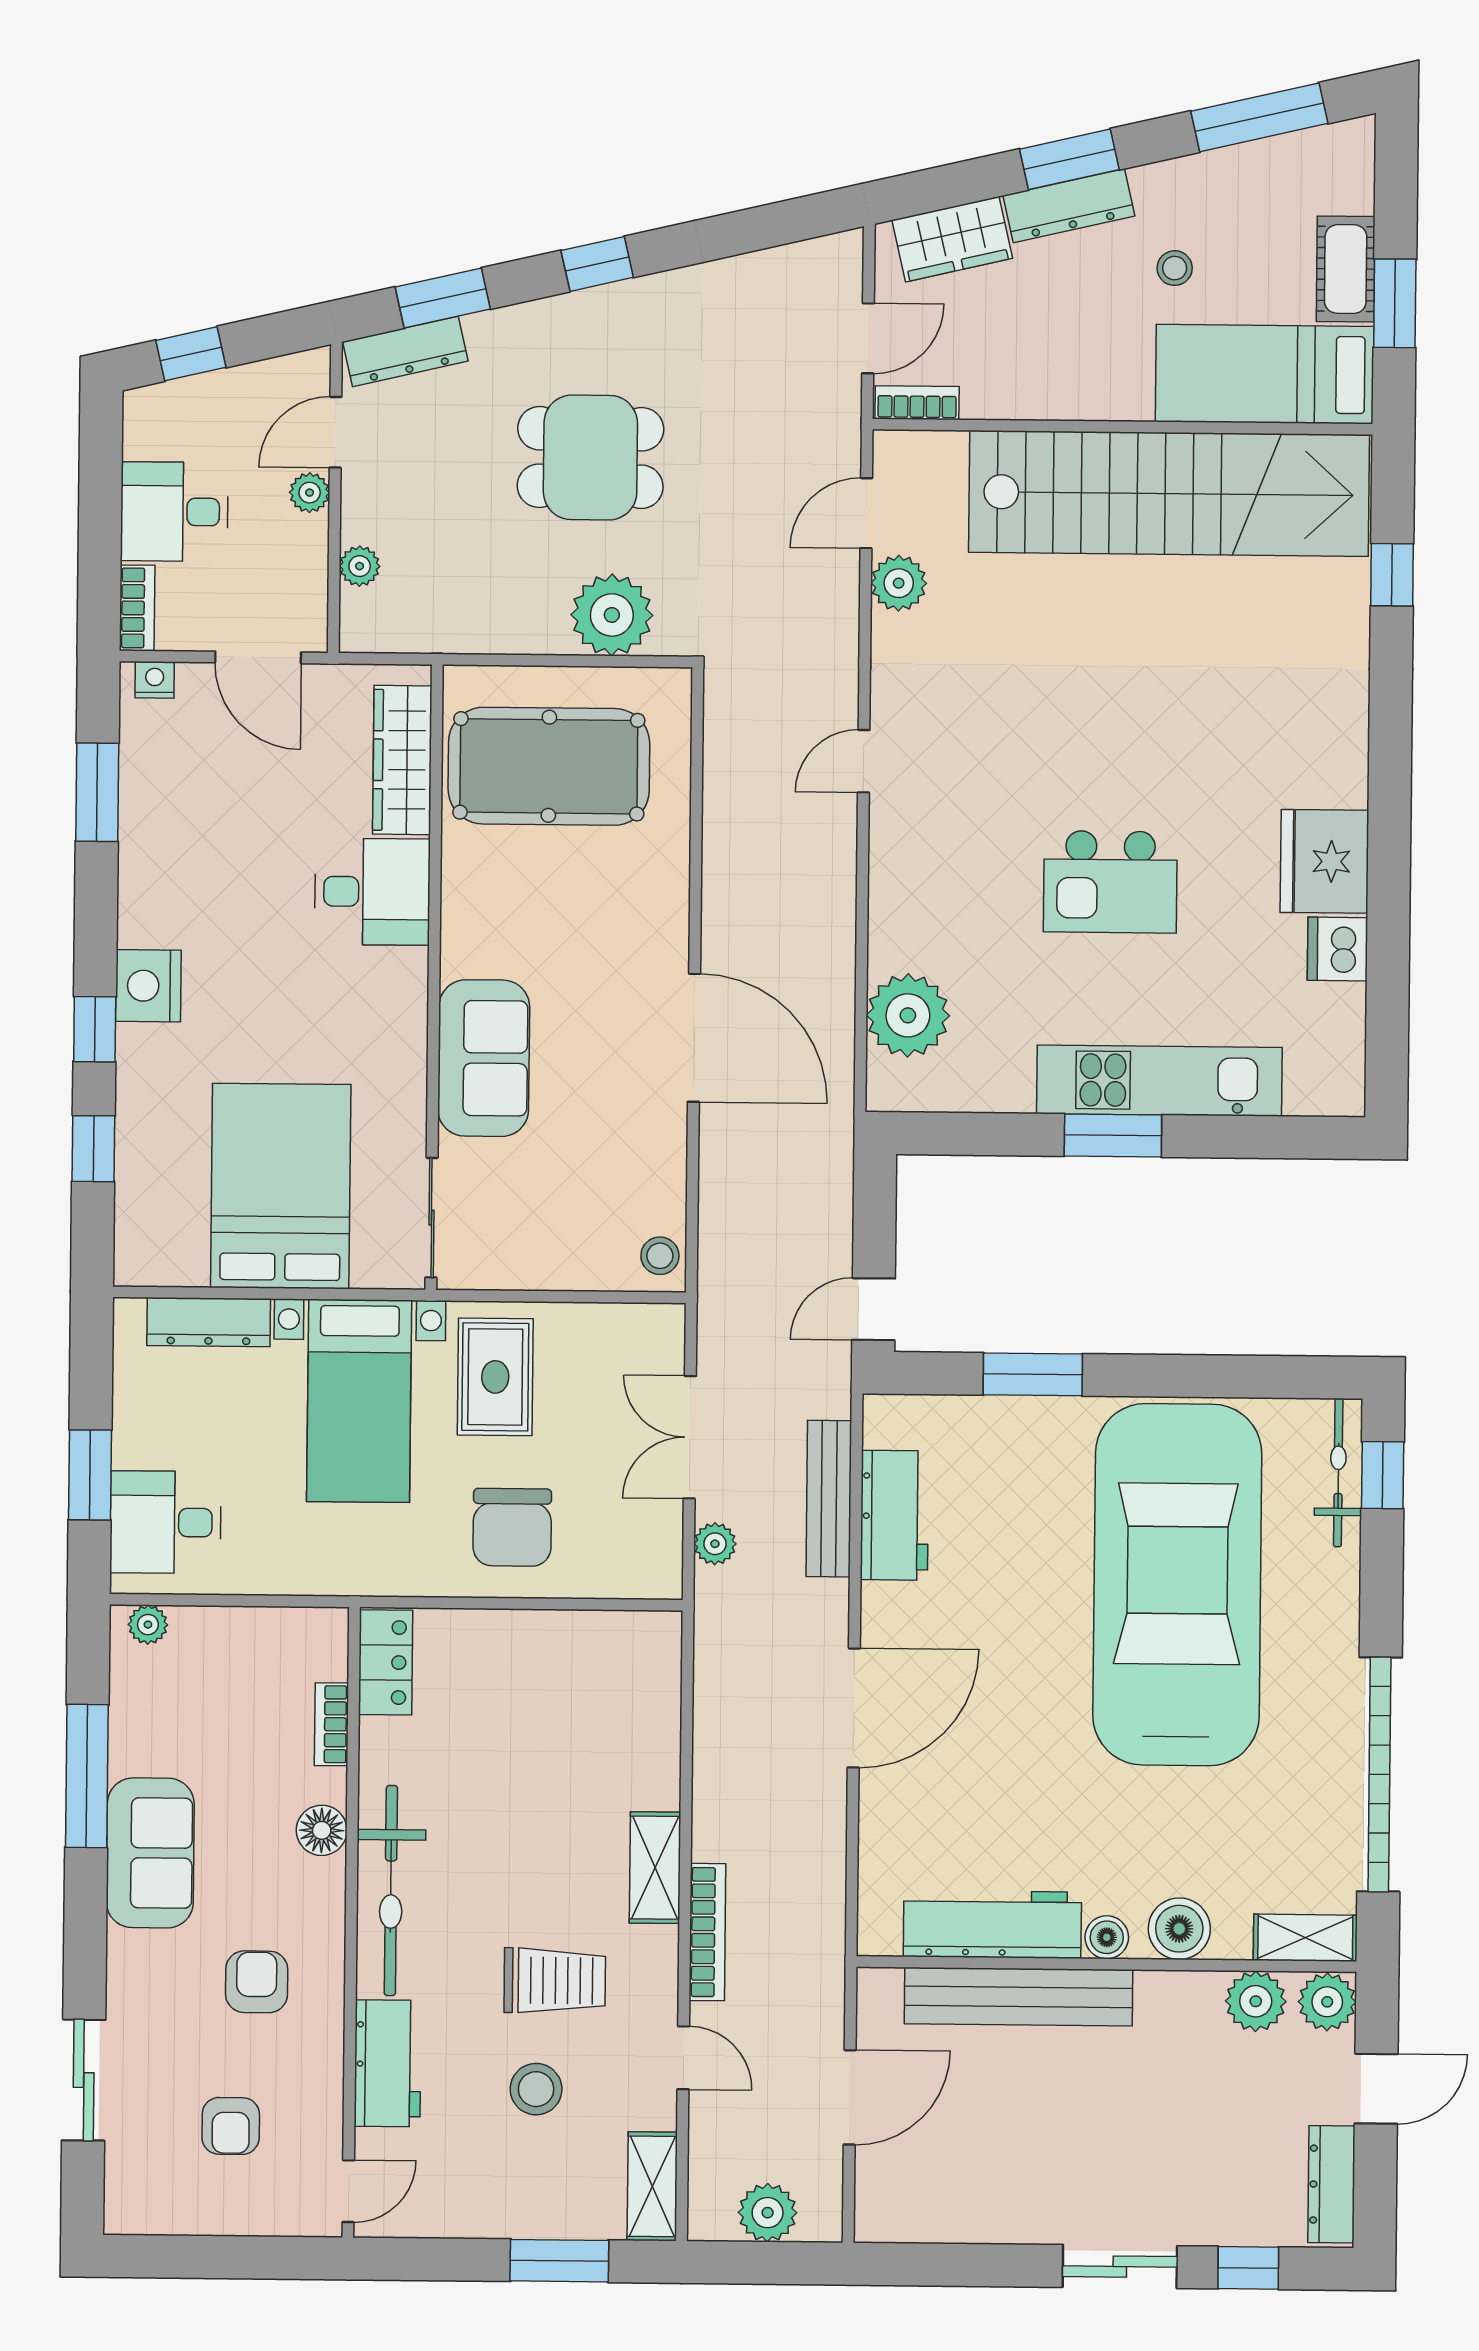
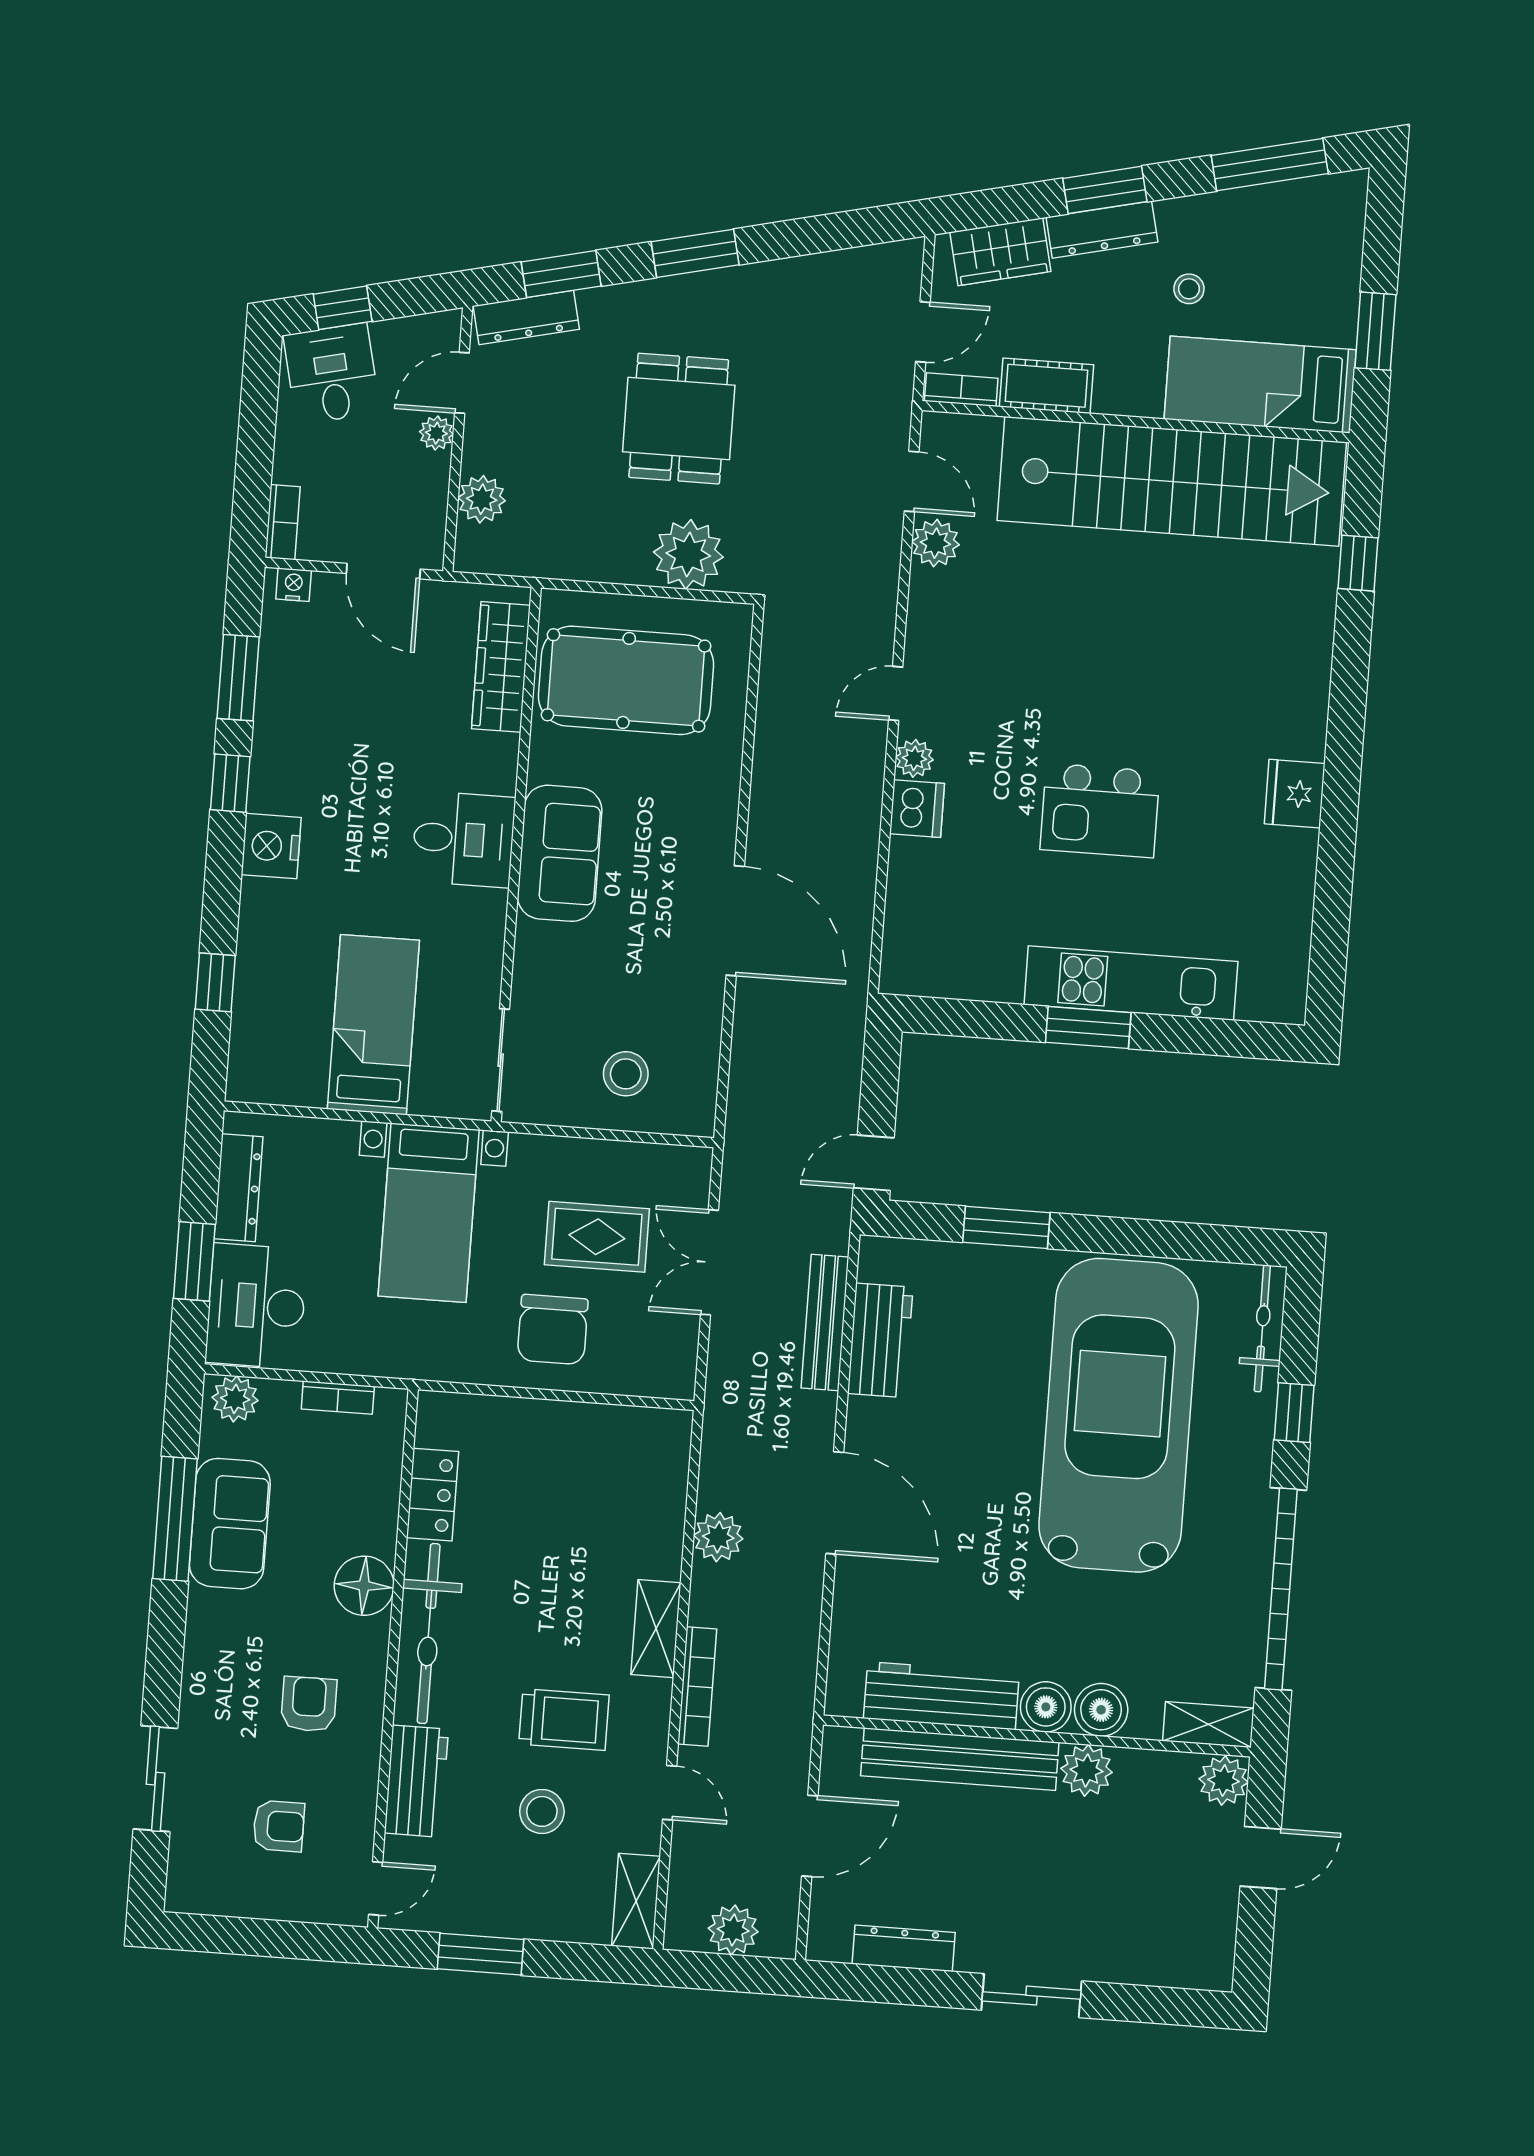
window: (597, 264) -> (695, 253), width x1.50
cot: (1346, 269) -> (1046, 386), moved, turned 90
dining table: (590, 457) -> (679, 419), turned 90
desk: (174, 512) -> (332, 374), moved, turned 77
door: (866, 513) -> (912, 481), swing flipped
plant: (360, 566) -> (482, 499), width x1.38, depth x1.38
fridge: (1324, 861) -> (1295, 794), width x0.73, depth x0.75
desk: (372, 892) -> (463, 839), moved
dishwasher: (1338, 949) -> (917, 809), moved, turned 180
plant: (908, 1015) -> (914, 758), moved, width x0.53, depth x0.53
window: (95, 1029) -> (230, 783), moved
sofa: (484, 1058) -> (560, 853), moved
bed: (281, 1186) -> (373, 1025), width x0.67
stool: (660, 1256) -> (626, 1074), moved, width x1.37, depth x1.37
dresser: (209, 1322) -> (238, 1188), moved, turned -90
rug: (495, 1377) -> (597, 1237), moved, turned 90
window: (1383, 1475) -> (1294, 1413), moved
desk: (166, 1522) -> (256, 1306), width x1.37
plant: (715, 1544) -> (718, 1537), moved, width x1.38, depth x1.38
plant: (148, 1625) -> (235, 1399), width x1.38, depth x1.38
locker: (386, 1662) -> (433, 1495), moved
door: (854, 1708) -> (835, 1503), hinge flipped
bookcase: (331, 1724) -> (338, 1398), moved, turned -90
floor lamp: (322, 1830) -> (364, 1586), width x1.38, depth x1.38
sofa: (150, 1853) -> (230, 1524), moved
boiler: (1107, 1937) -> (1046, 1707), width x1.36, depth x1.36
plant: (1256, 2001) -> (1087, 1770), moved
armchair: (231, 2126) -> (279, 1826), turned -90
dresser: (1331, 2184) -> (904, 1948), moved, turned 90
window: (559, 2261) -> (480, 1954), moved
window: (1248, 2268) -> (1141, 2004), removed

